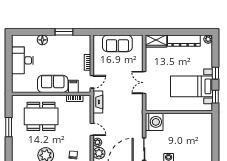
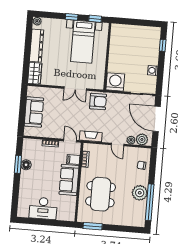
floor lamp: (42, 40) -> (26, 165), moved
armchair: (133, 106) -> (98, 101), added
window: (9, 127) -> (93, 226), moved
door: (92, 129) -> (118, 145), swing flipped

